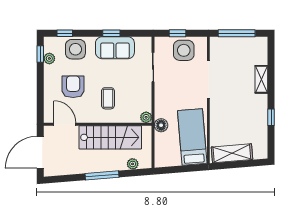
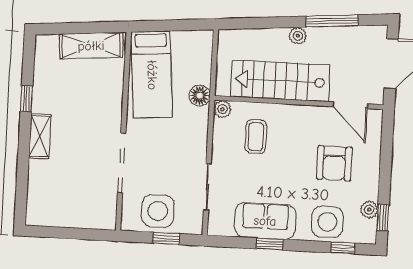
window: (237, 33) -> (73, 233), removed
shelving: (261, 79) -> (40, 136), moved
coffee table: (108, 98) -> (256, 137), moved
plant: (133, 164) -> (298, 36), moved
window: (102, 175) -> (332, 21), moved

